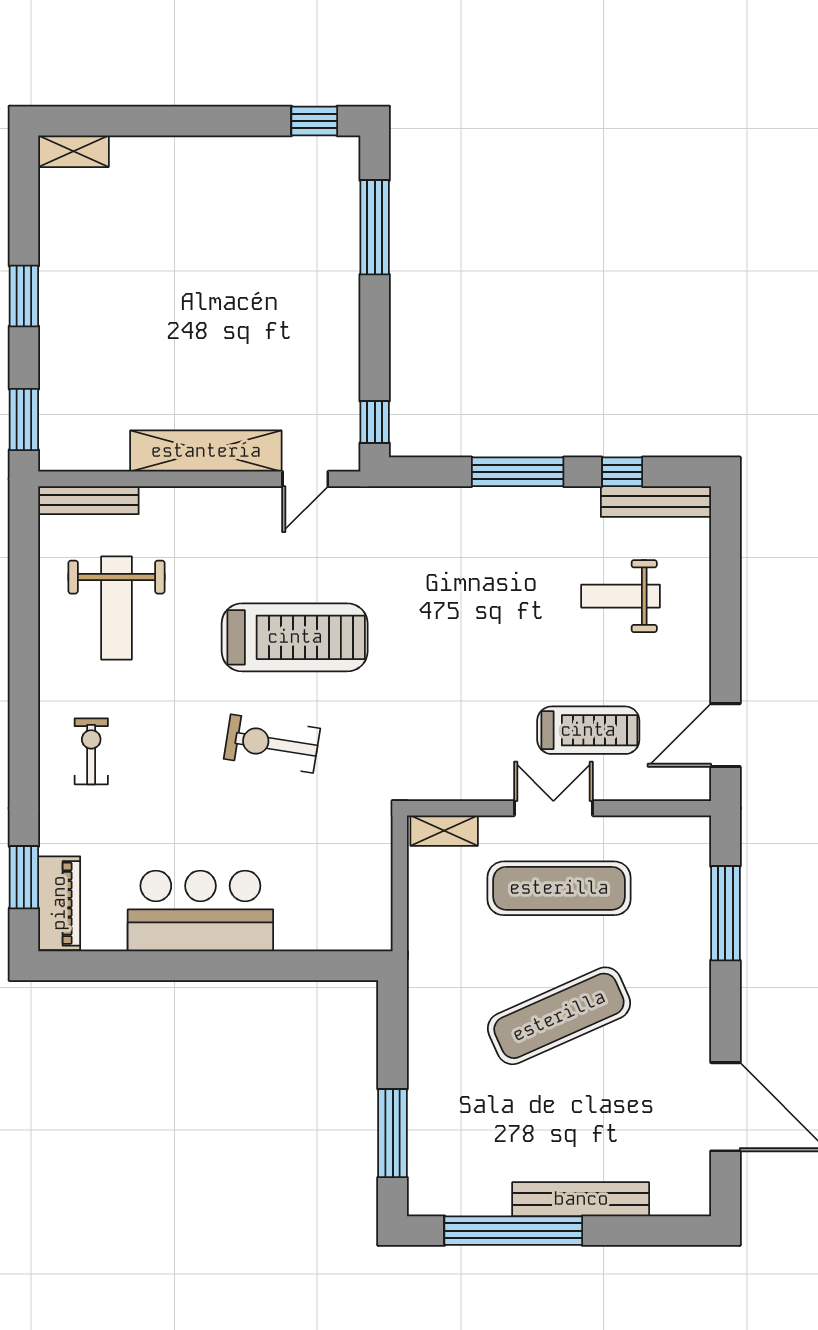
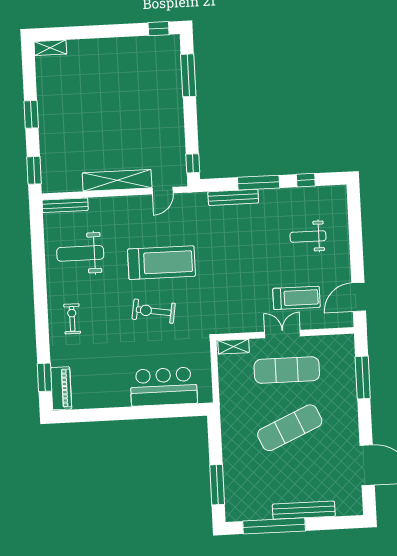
bench: (656, 501) -> (233, 197), moved
weight bench: (116, 608) -> (80, 253), turned 90
bar counter: (200, 911) -> (164, 387), moved

